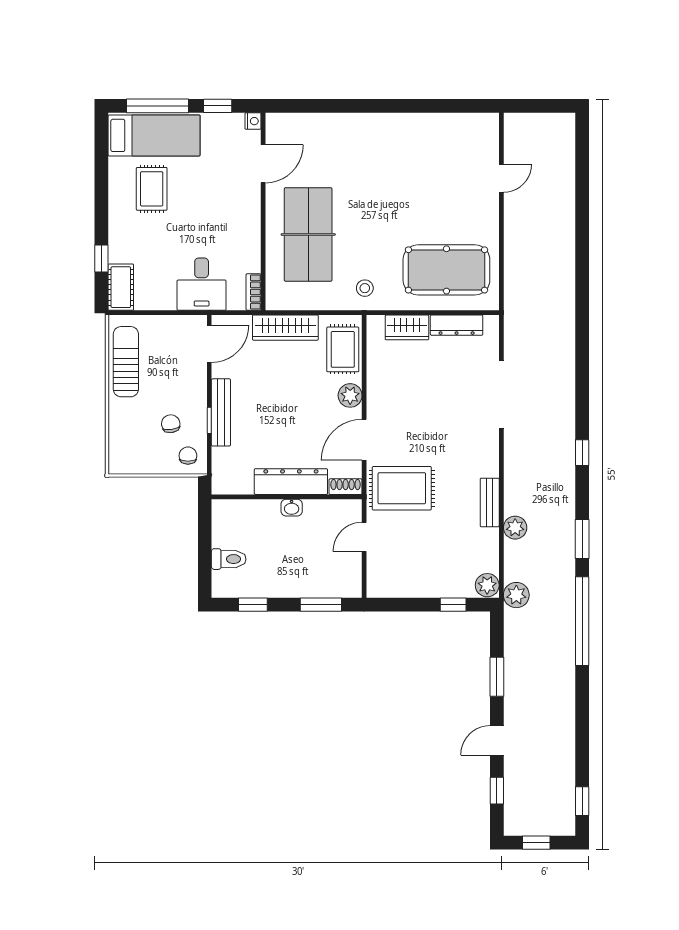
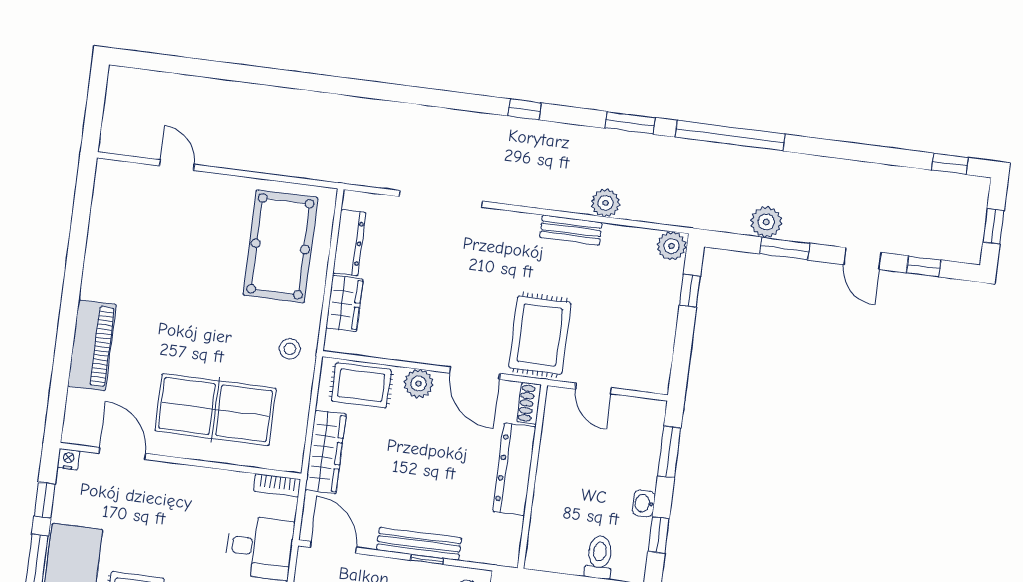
piano: (347, 128) -> (92, 345), added
washbasin: (292, 508) -> (644, 503), moved, turned 180
plant: (516, 595) -> (766, 222), moved

